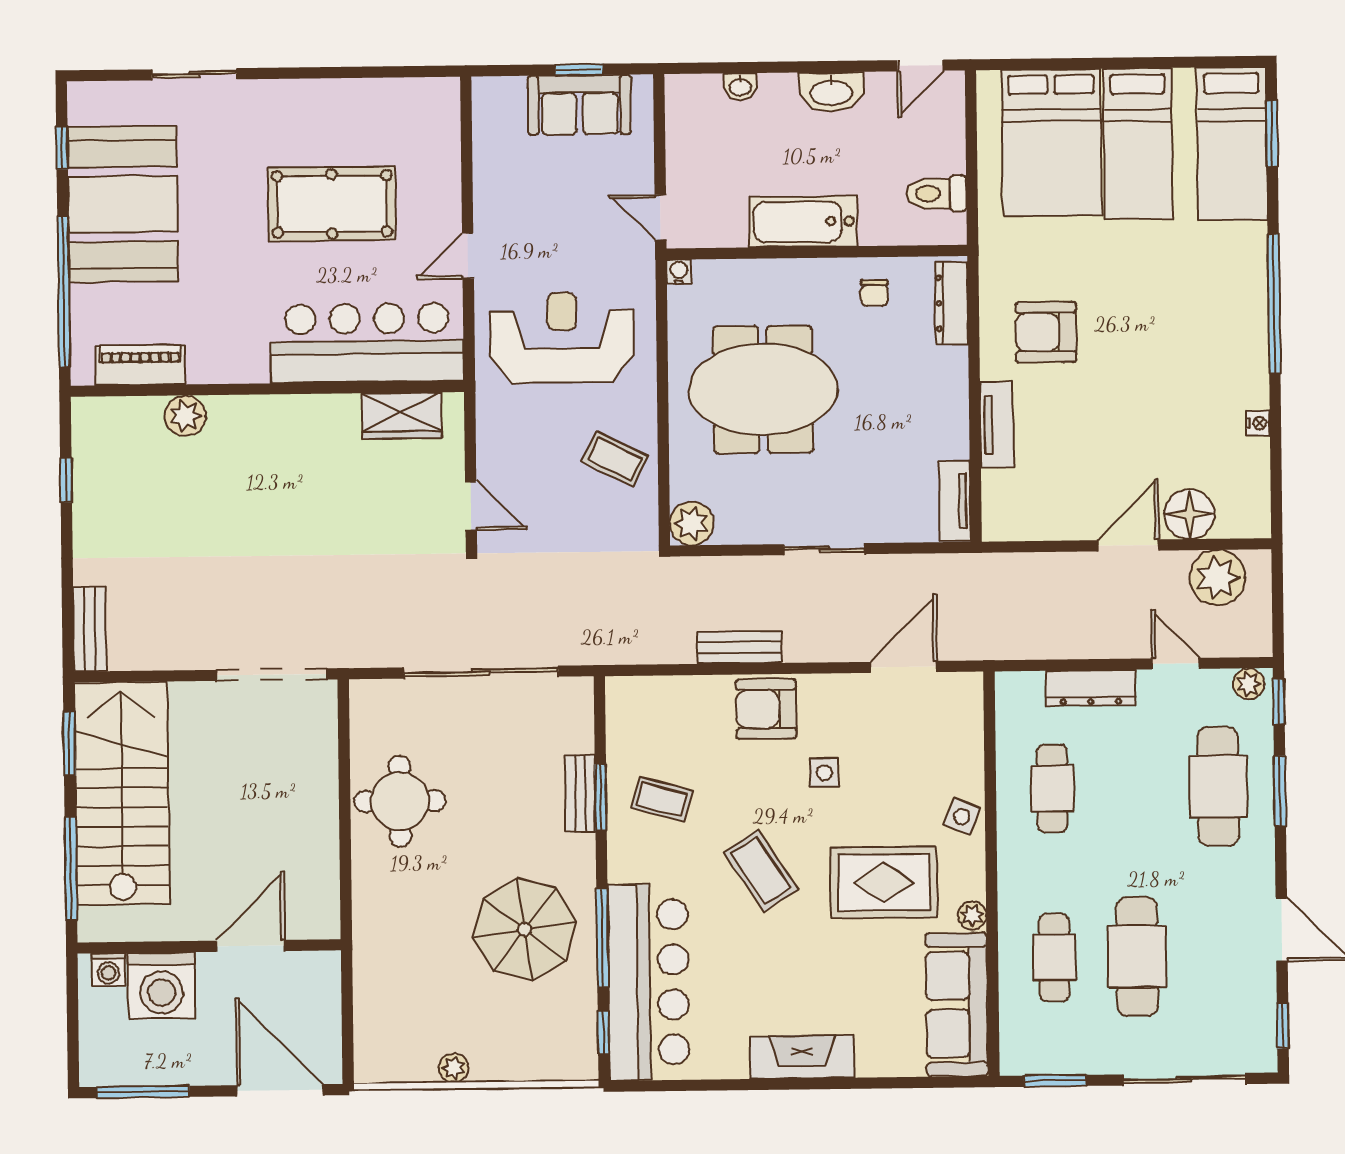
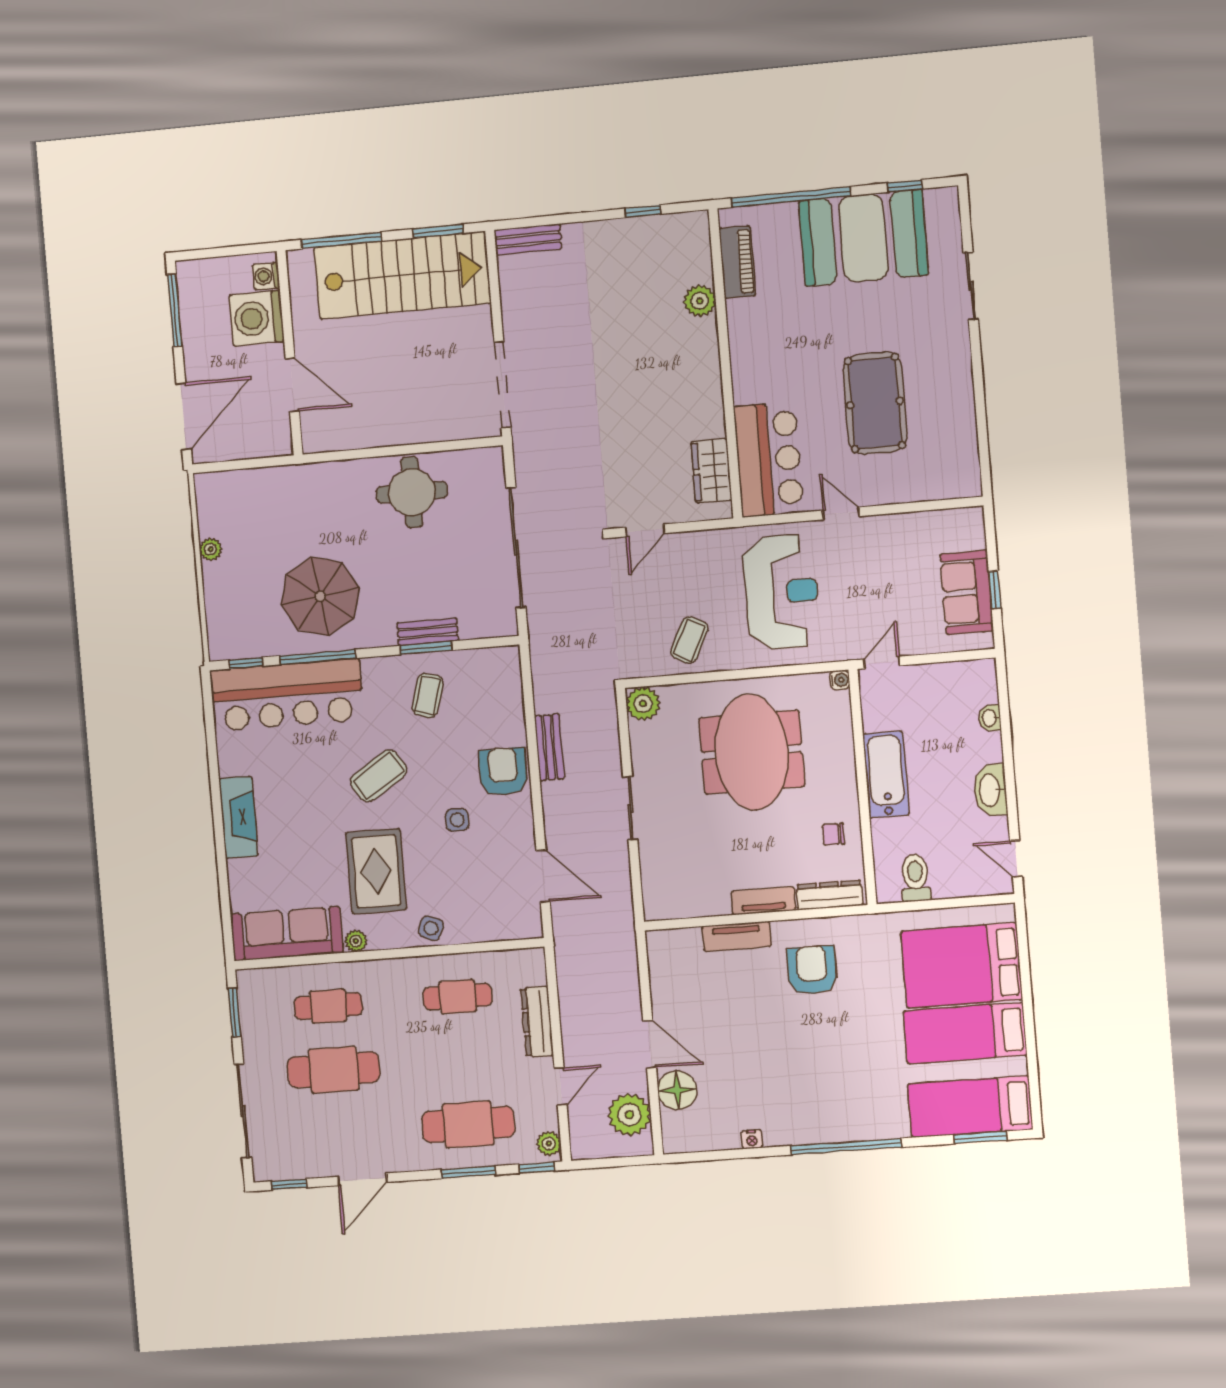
bar counter: (367, 343) -> (769, 459), width x0.73
tv unit: (955, 501) -> (763, 901), moved

